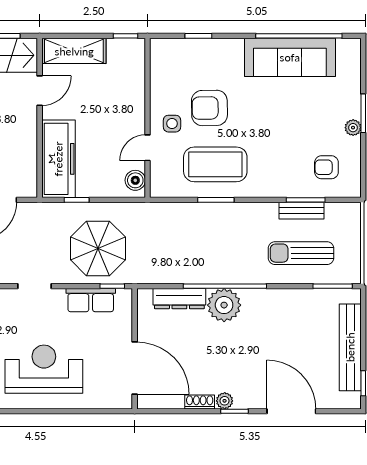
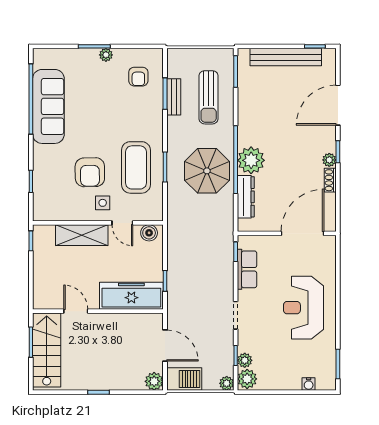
shelving: (74, 51) -> (82, 235), moved, turned 90
parasol: (98, 248) -> (207, 171), moved

